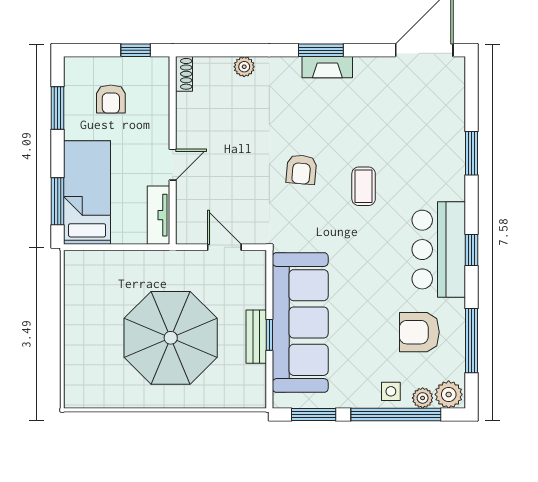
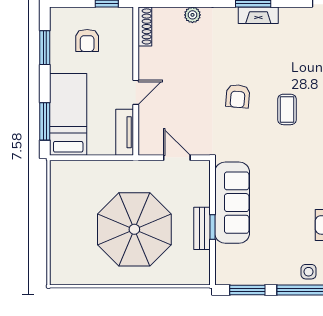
shoe rack: (184, 74) -> (145, 26), width x1.43
sofa: (300, 323) -> (232, 203), width x0.74, depth x0.79

